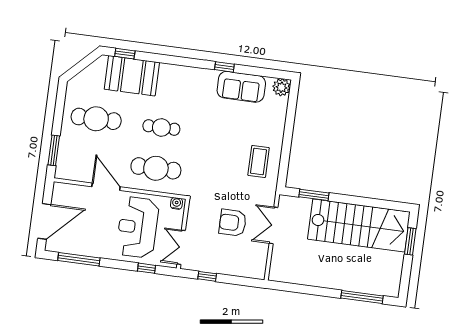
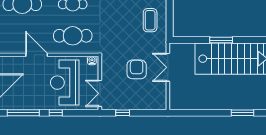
window: (314, 195) -> (221, 40), moved
armchair: (233, 223) -> (137, 69), turned 90
window: (147, 268) -> (56, 113), moved
window: (362, 297) -> (242, 113), width x0.69

